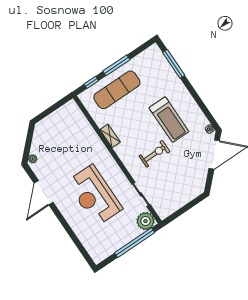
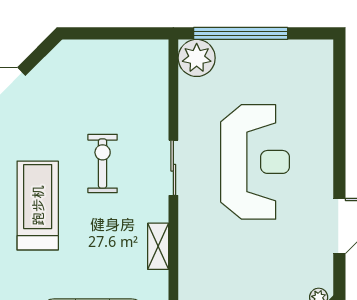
exercise bike: (154, 154) -> (103, 164), turned 90
sliding door: (141, 194) -> (173, 168), moved

